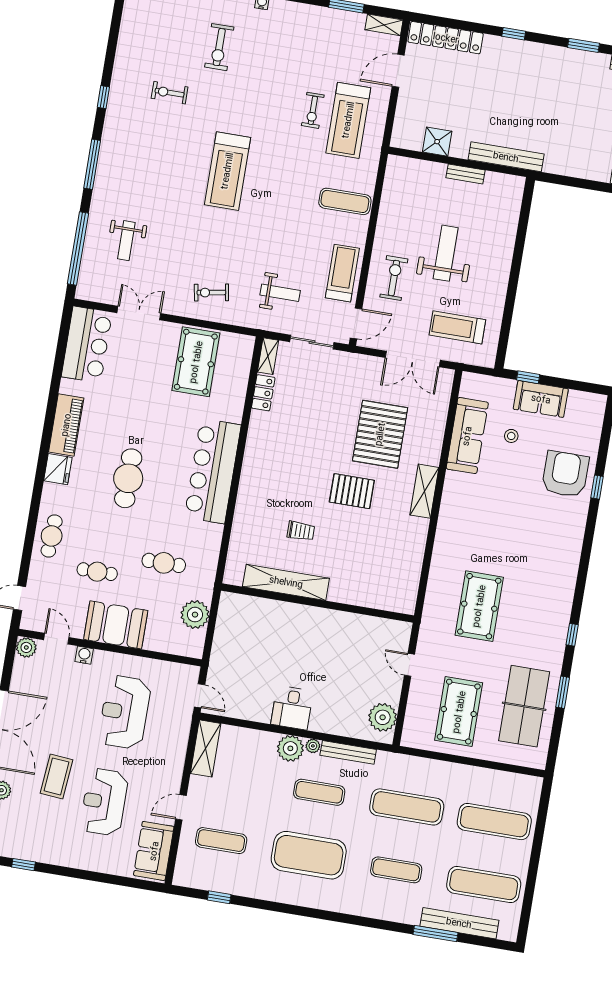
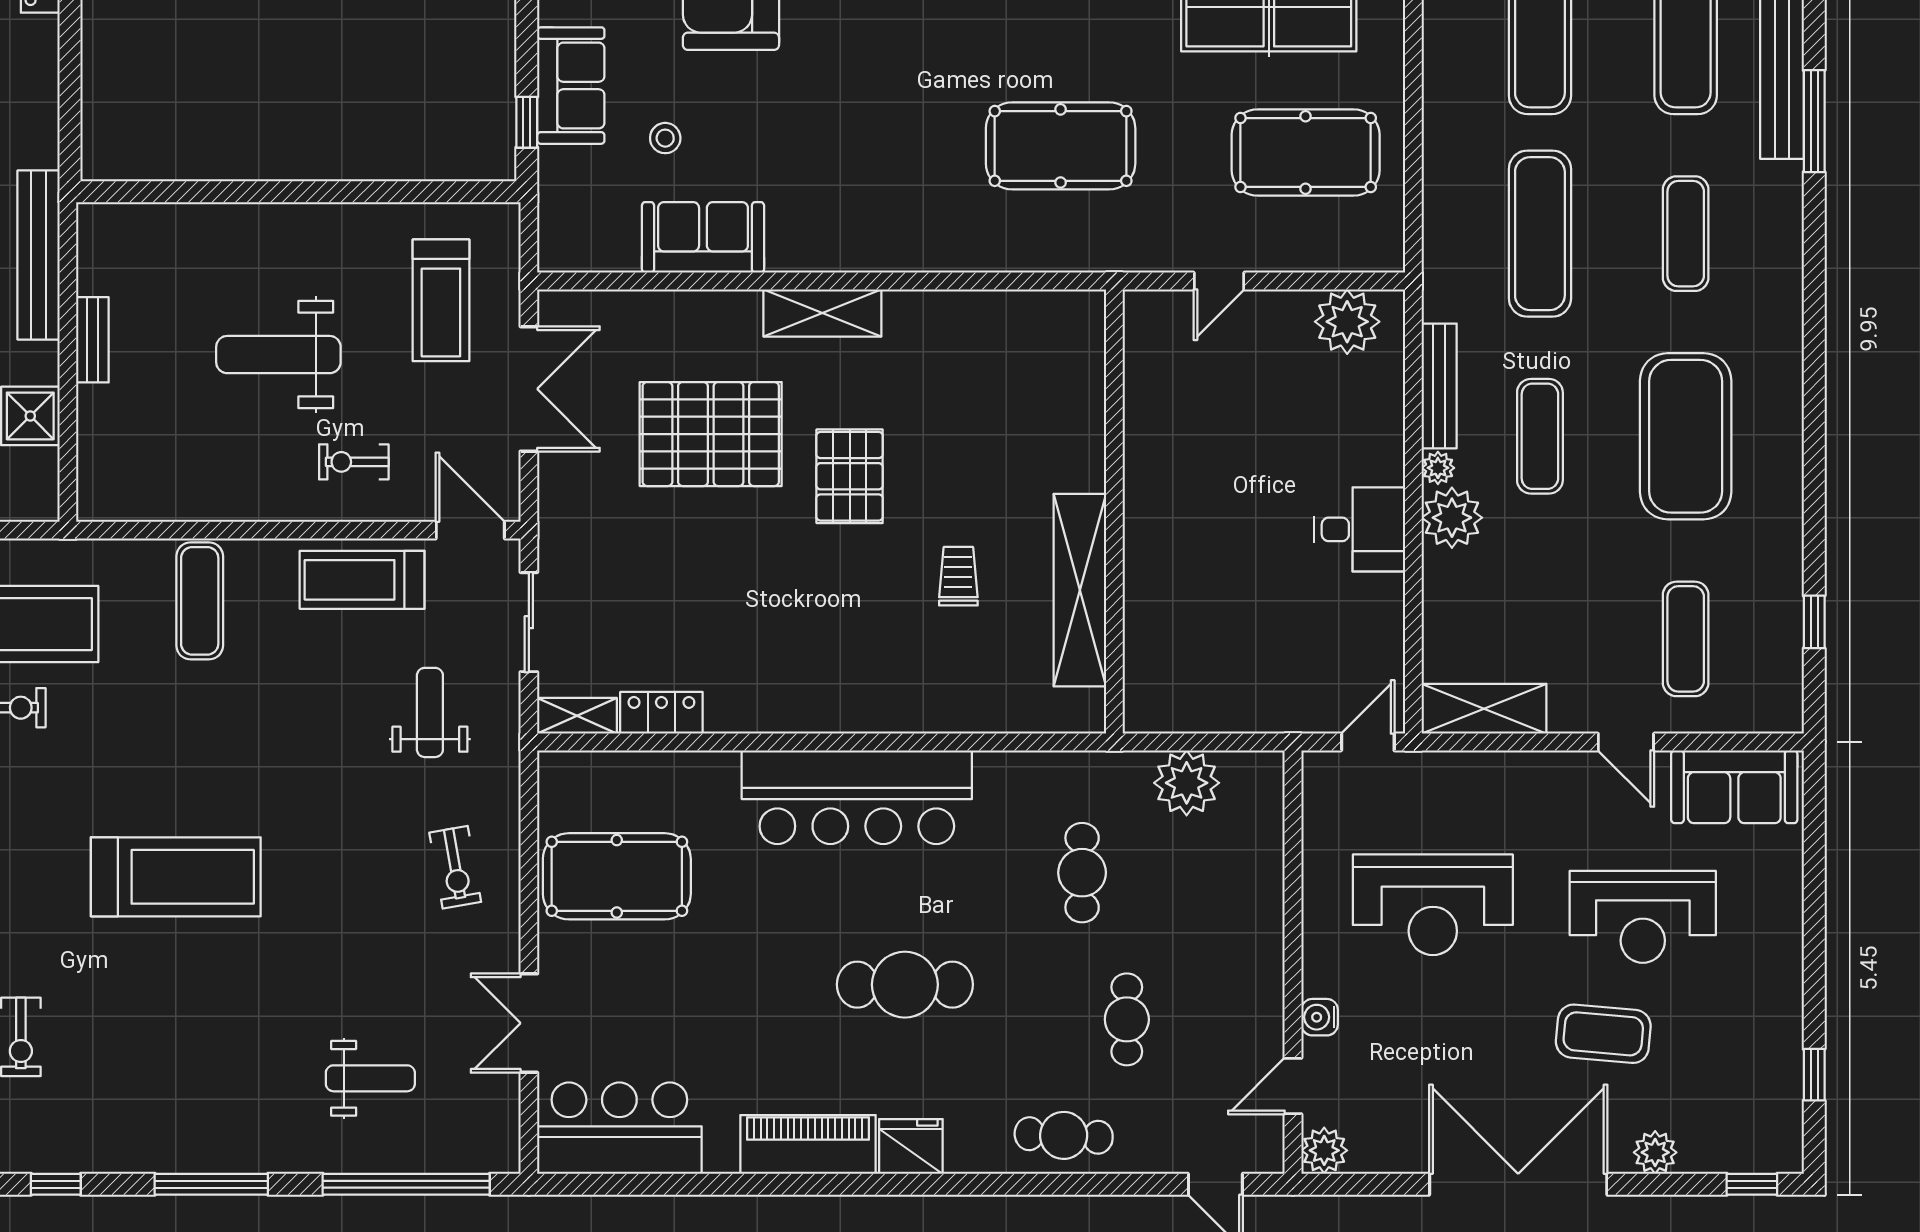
exercise bike: (394, 278) -> (354, 462), width x0.73, depth x0.72
sofa: (467, 436) -> (703, 237), width x0.73
booth: (116, 625) -> (1240, 957), removed

